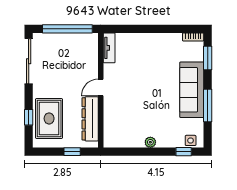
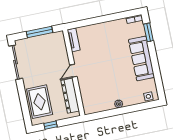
window: (67, 29) -> (40, 32), width x0.68
window: (208, 105) -> (156, 68), removed
window: (29, 117) -> (24, 104), removed
window: (72, 152) -> (51, 125), moved
window: (184, 152) -> (145, 106), removed

